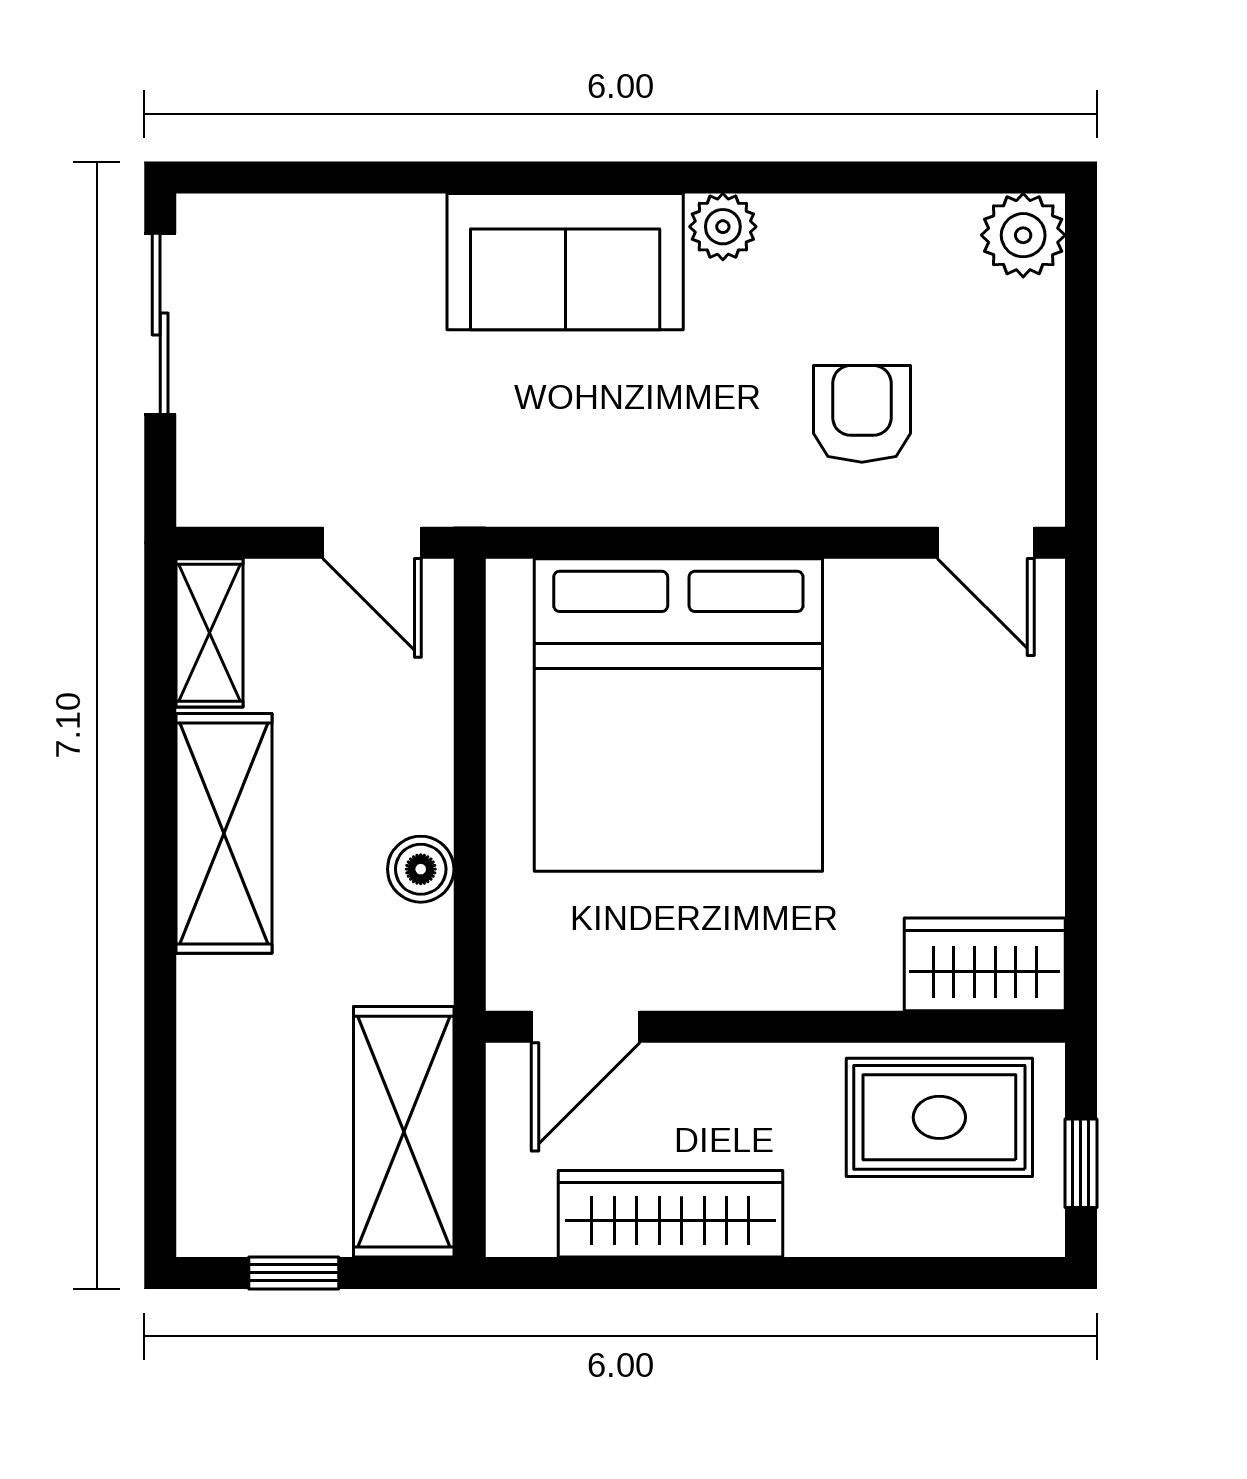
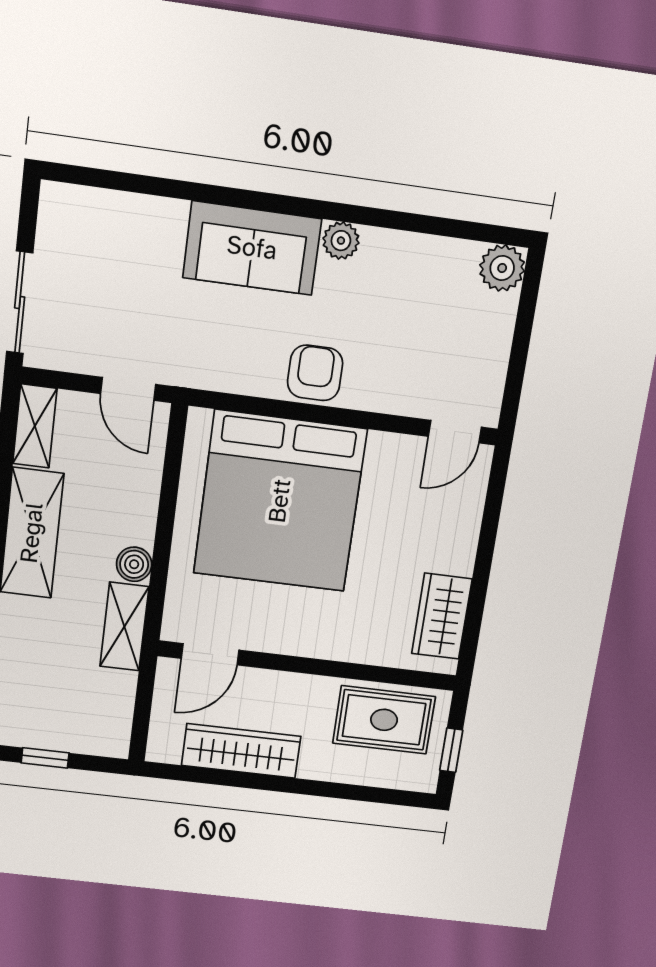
sliding door: (160, 324) -> (20, 302), moved
armchair: (862, 414) -> (315, 373), moved
door: (986, 543) -> (455, 432), hinge flipped
wardrobe: (985, 964) -> (442, 616), moved, turned -90
shelving: (404, 1132) -> (124, 627), moved, width x0.67, depth x0.75

